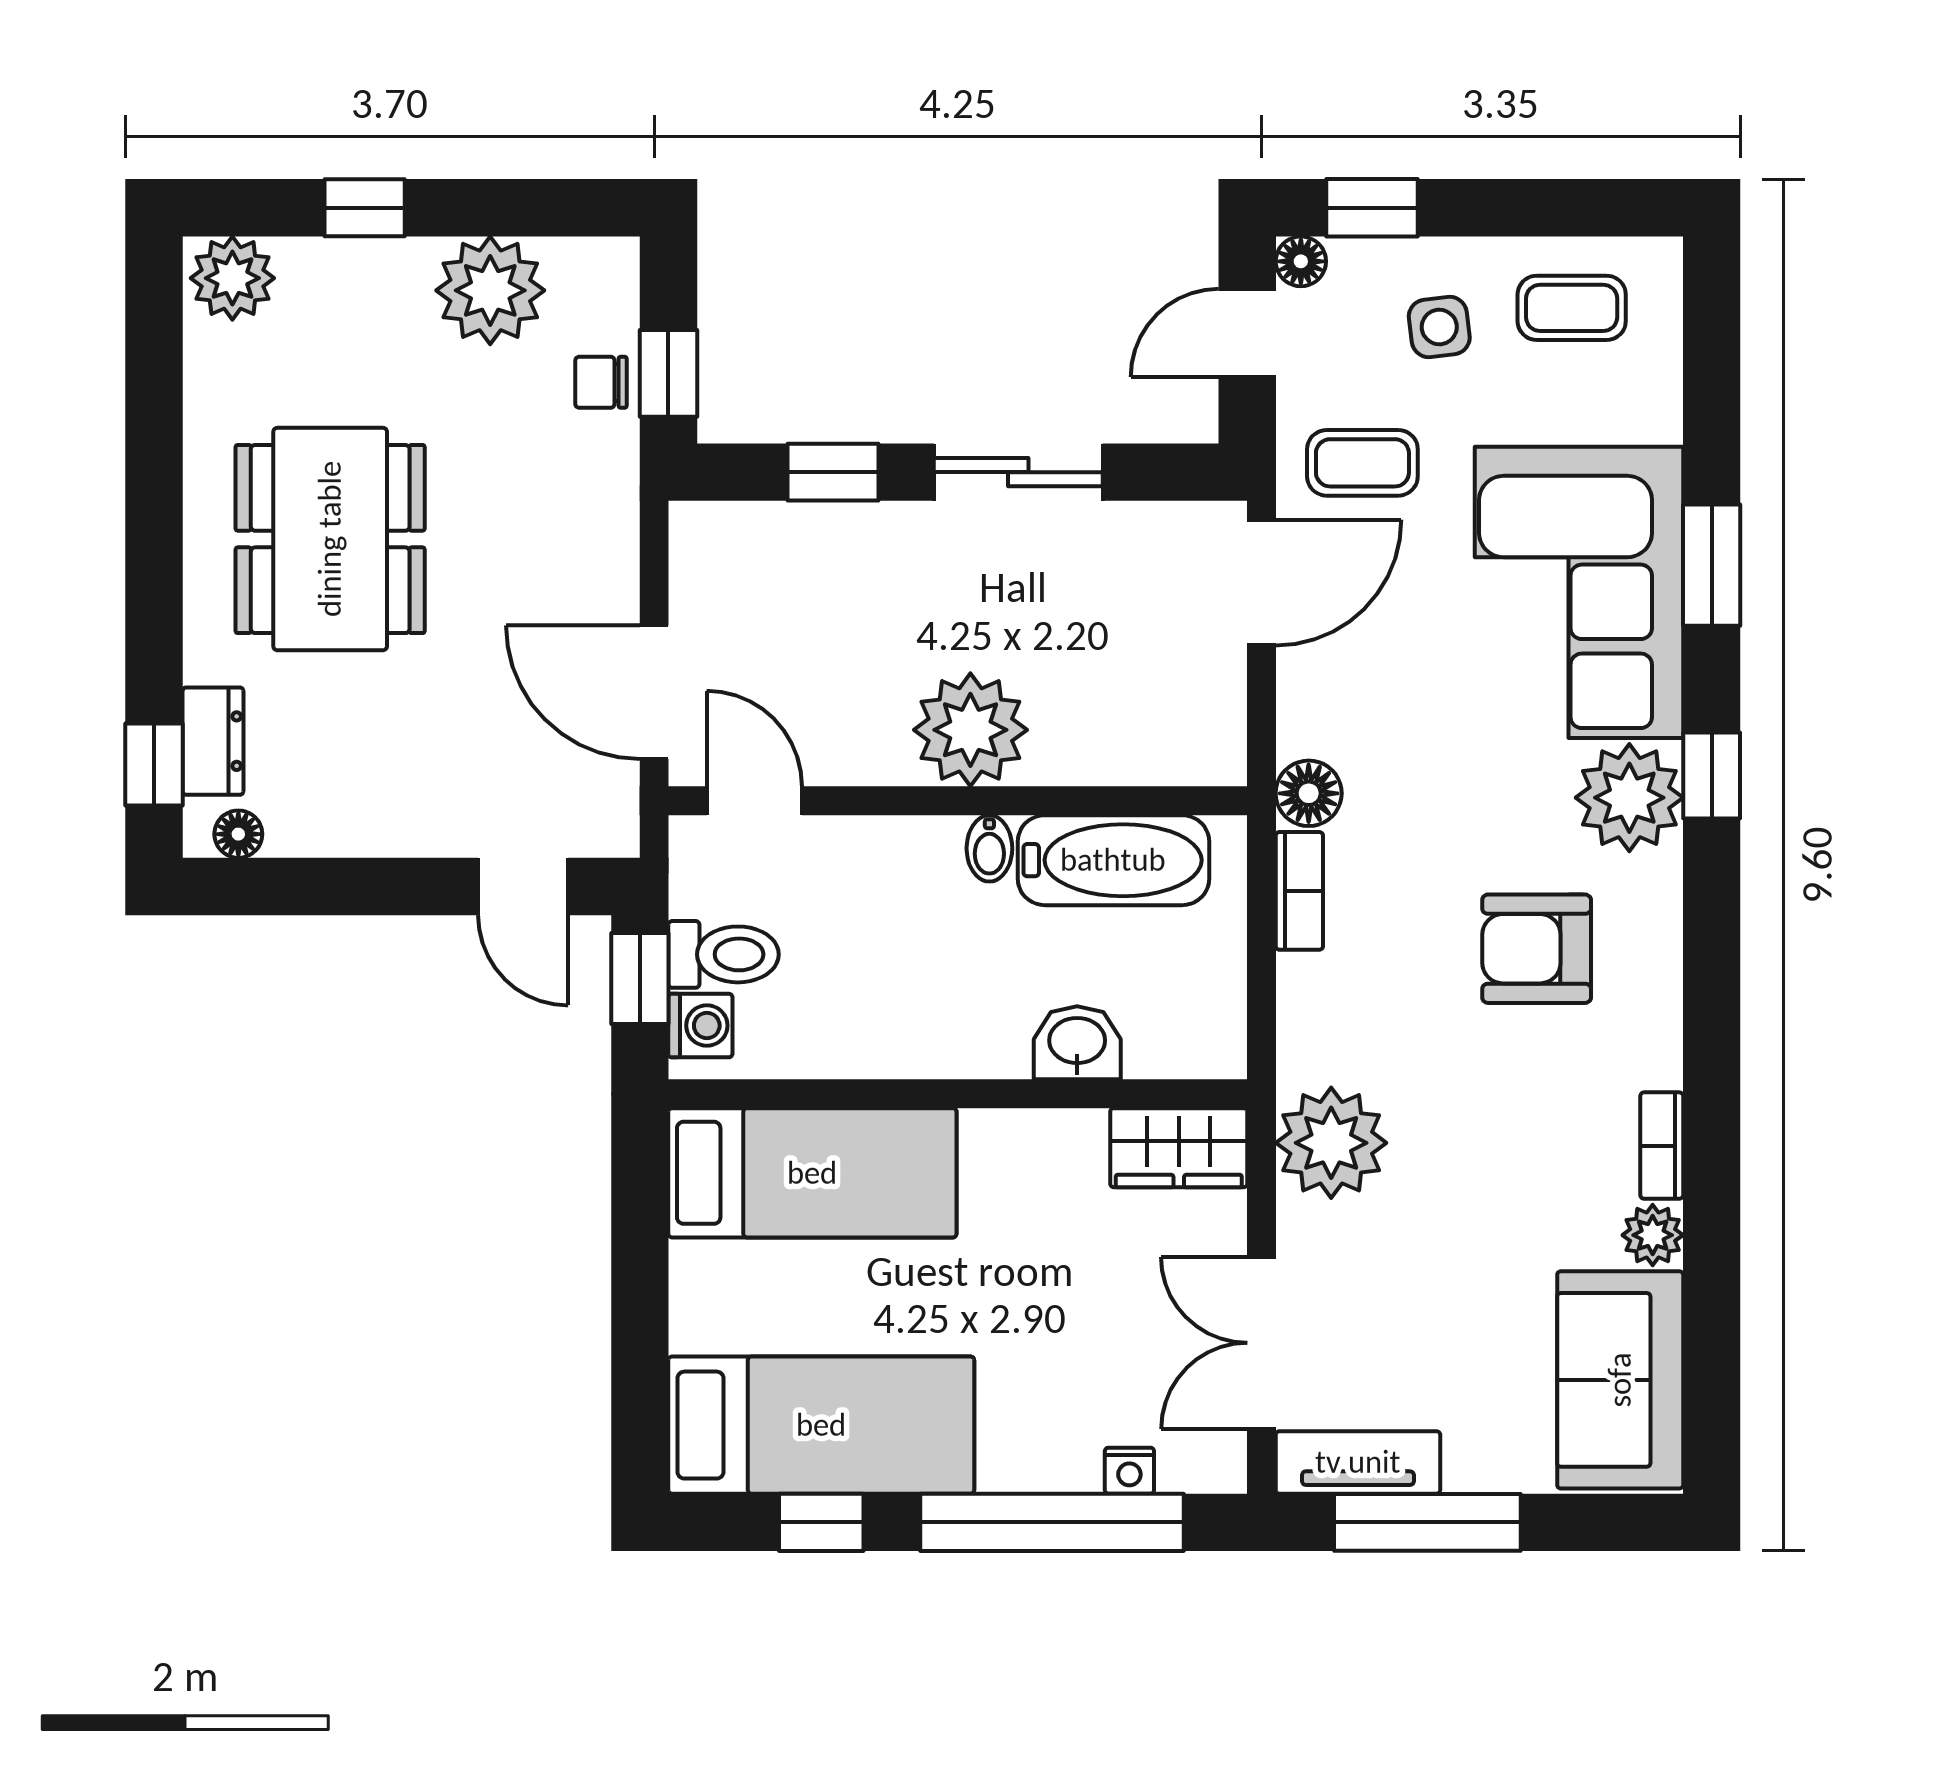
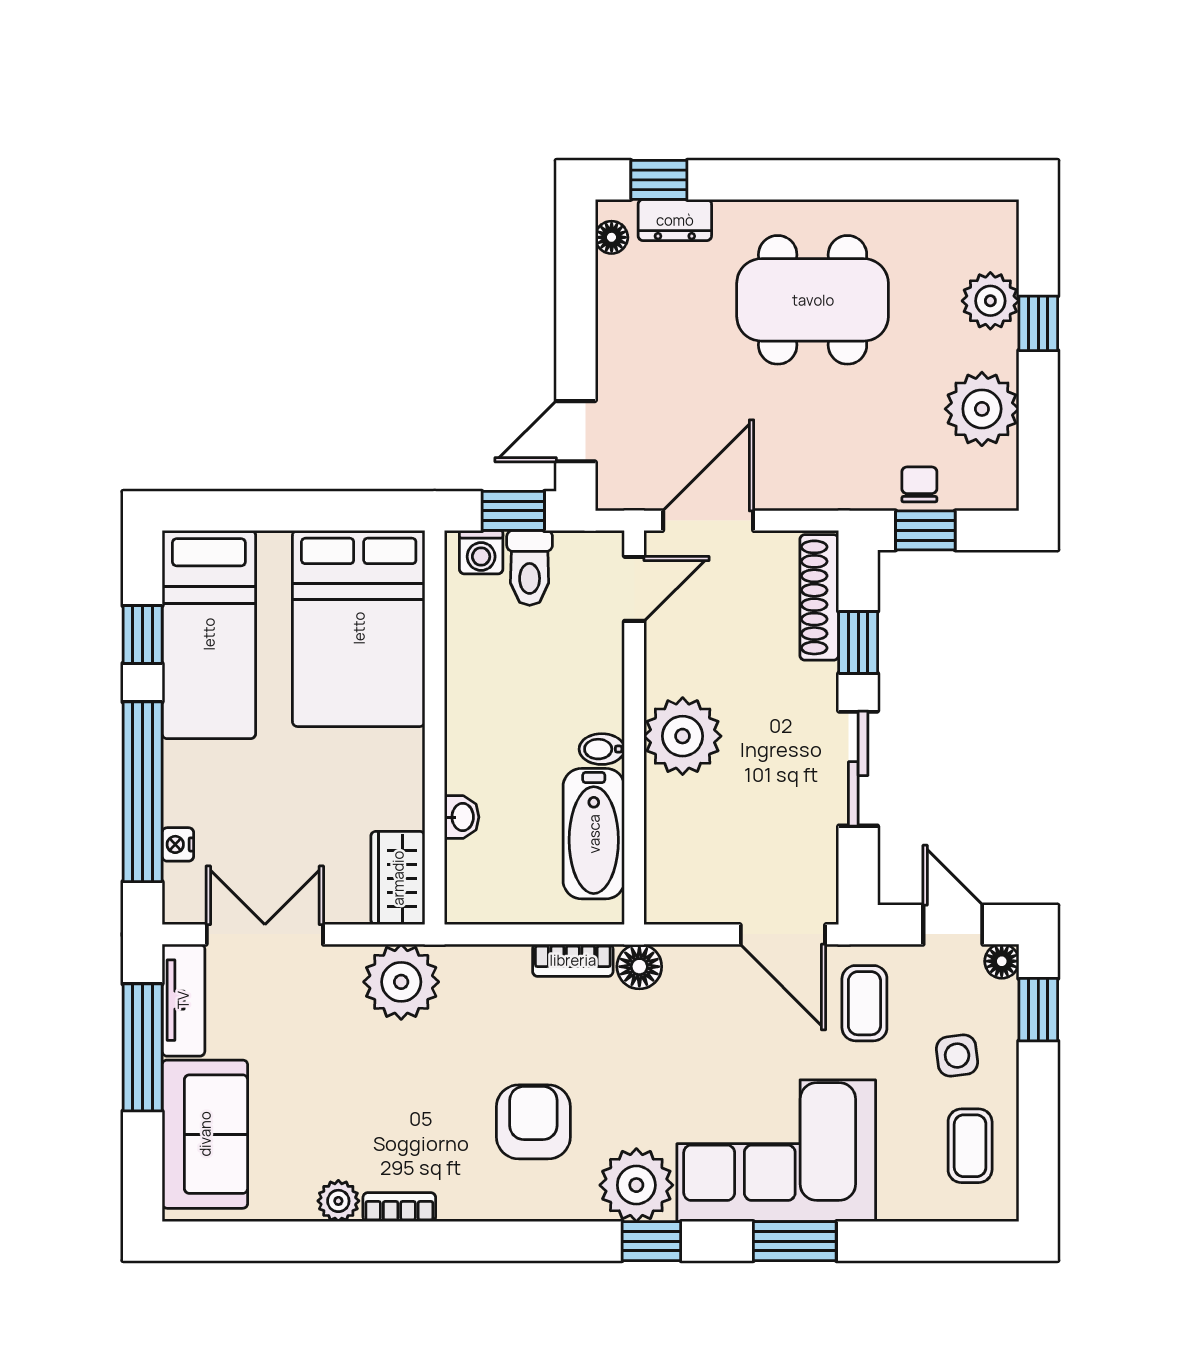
plant: (232, 278) -> (990, 301), moved
shoe rack: (767, 529) -> (819, 597), added
washbasin: (1077, 1043) -> (462, 817), width x0.72, depth x0.69
bed: (812, 1173) -> (359, 628), width x1.50
sofa: (1620, 1380) -> (205, 1134), moved, turned 90

